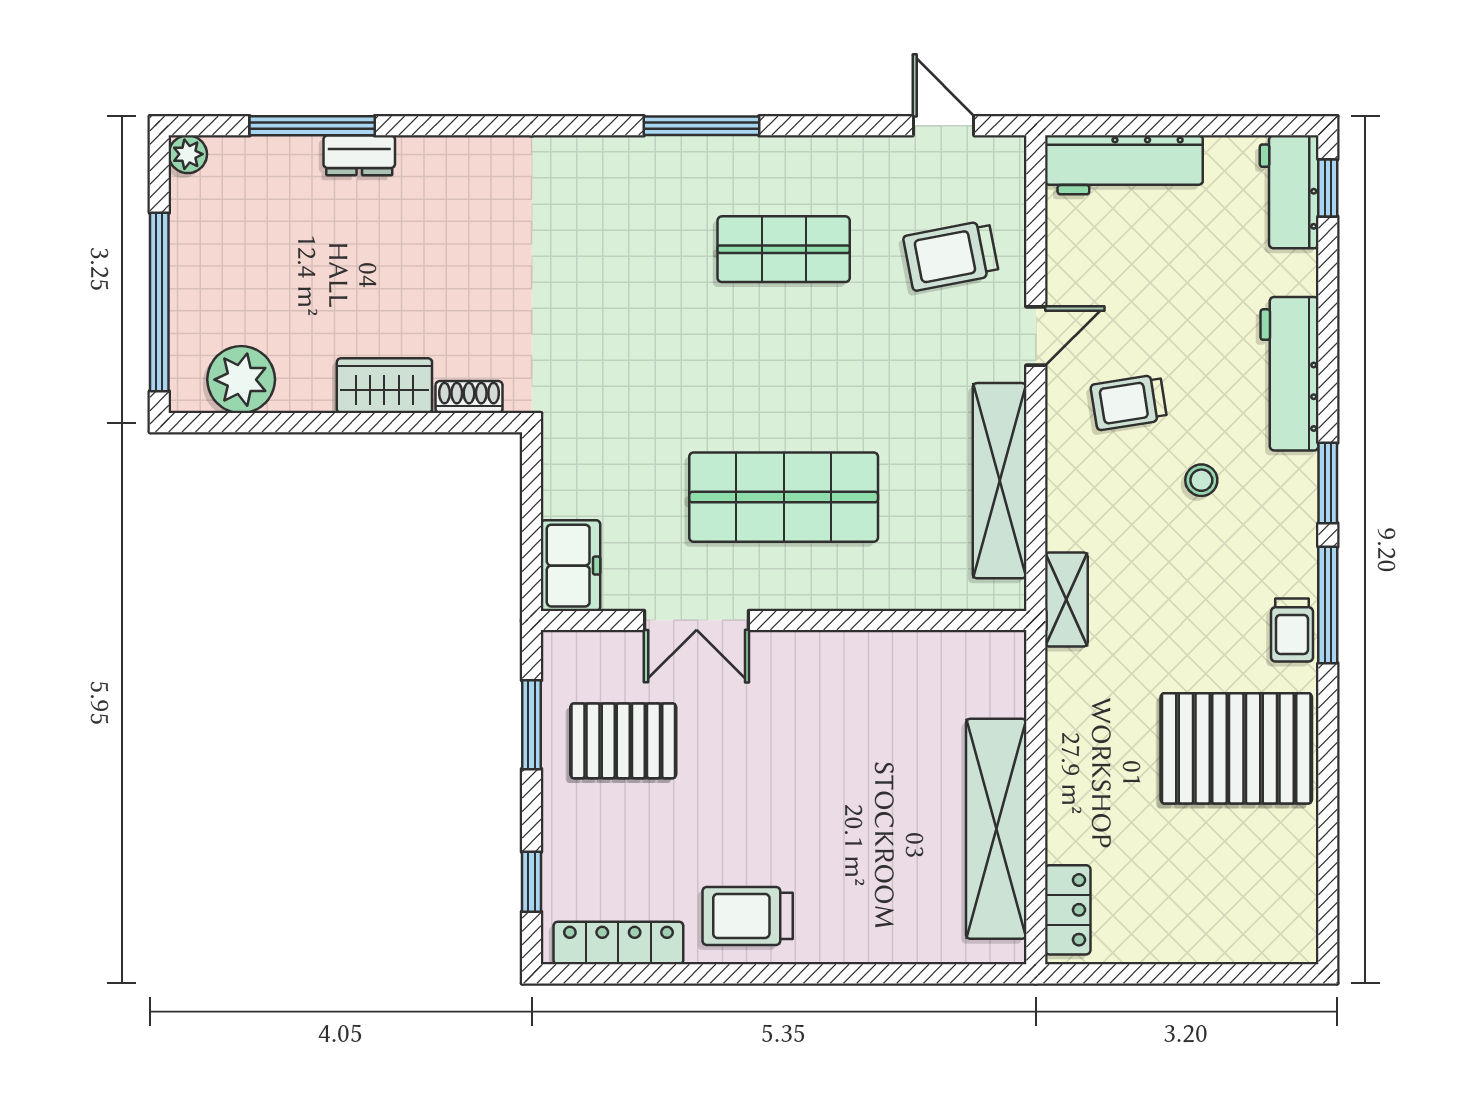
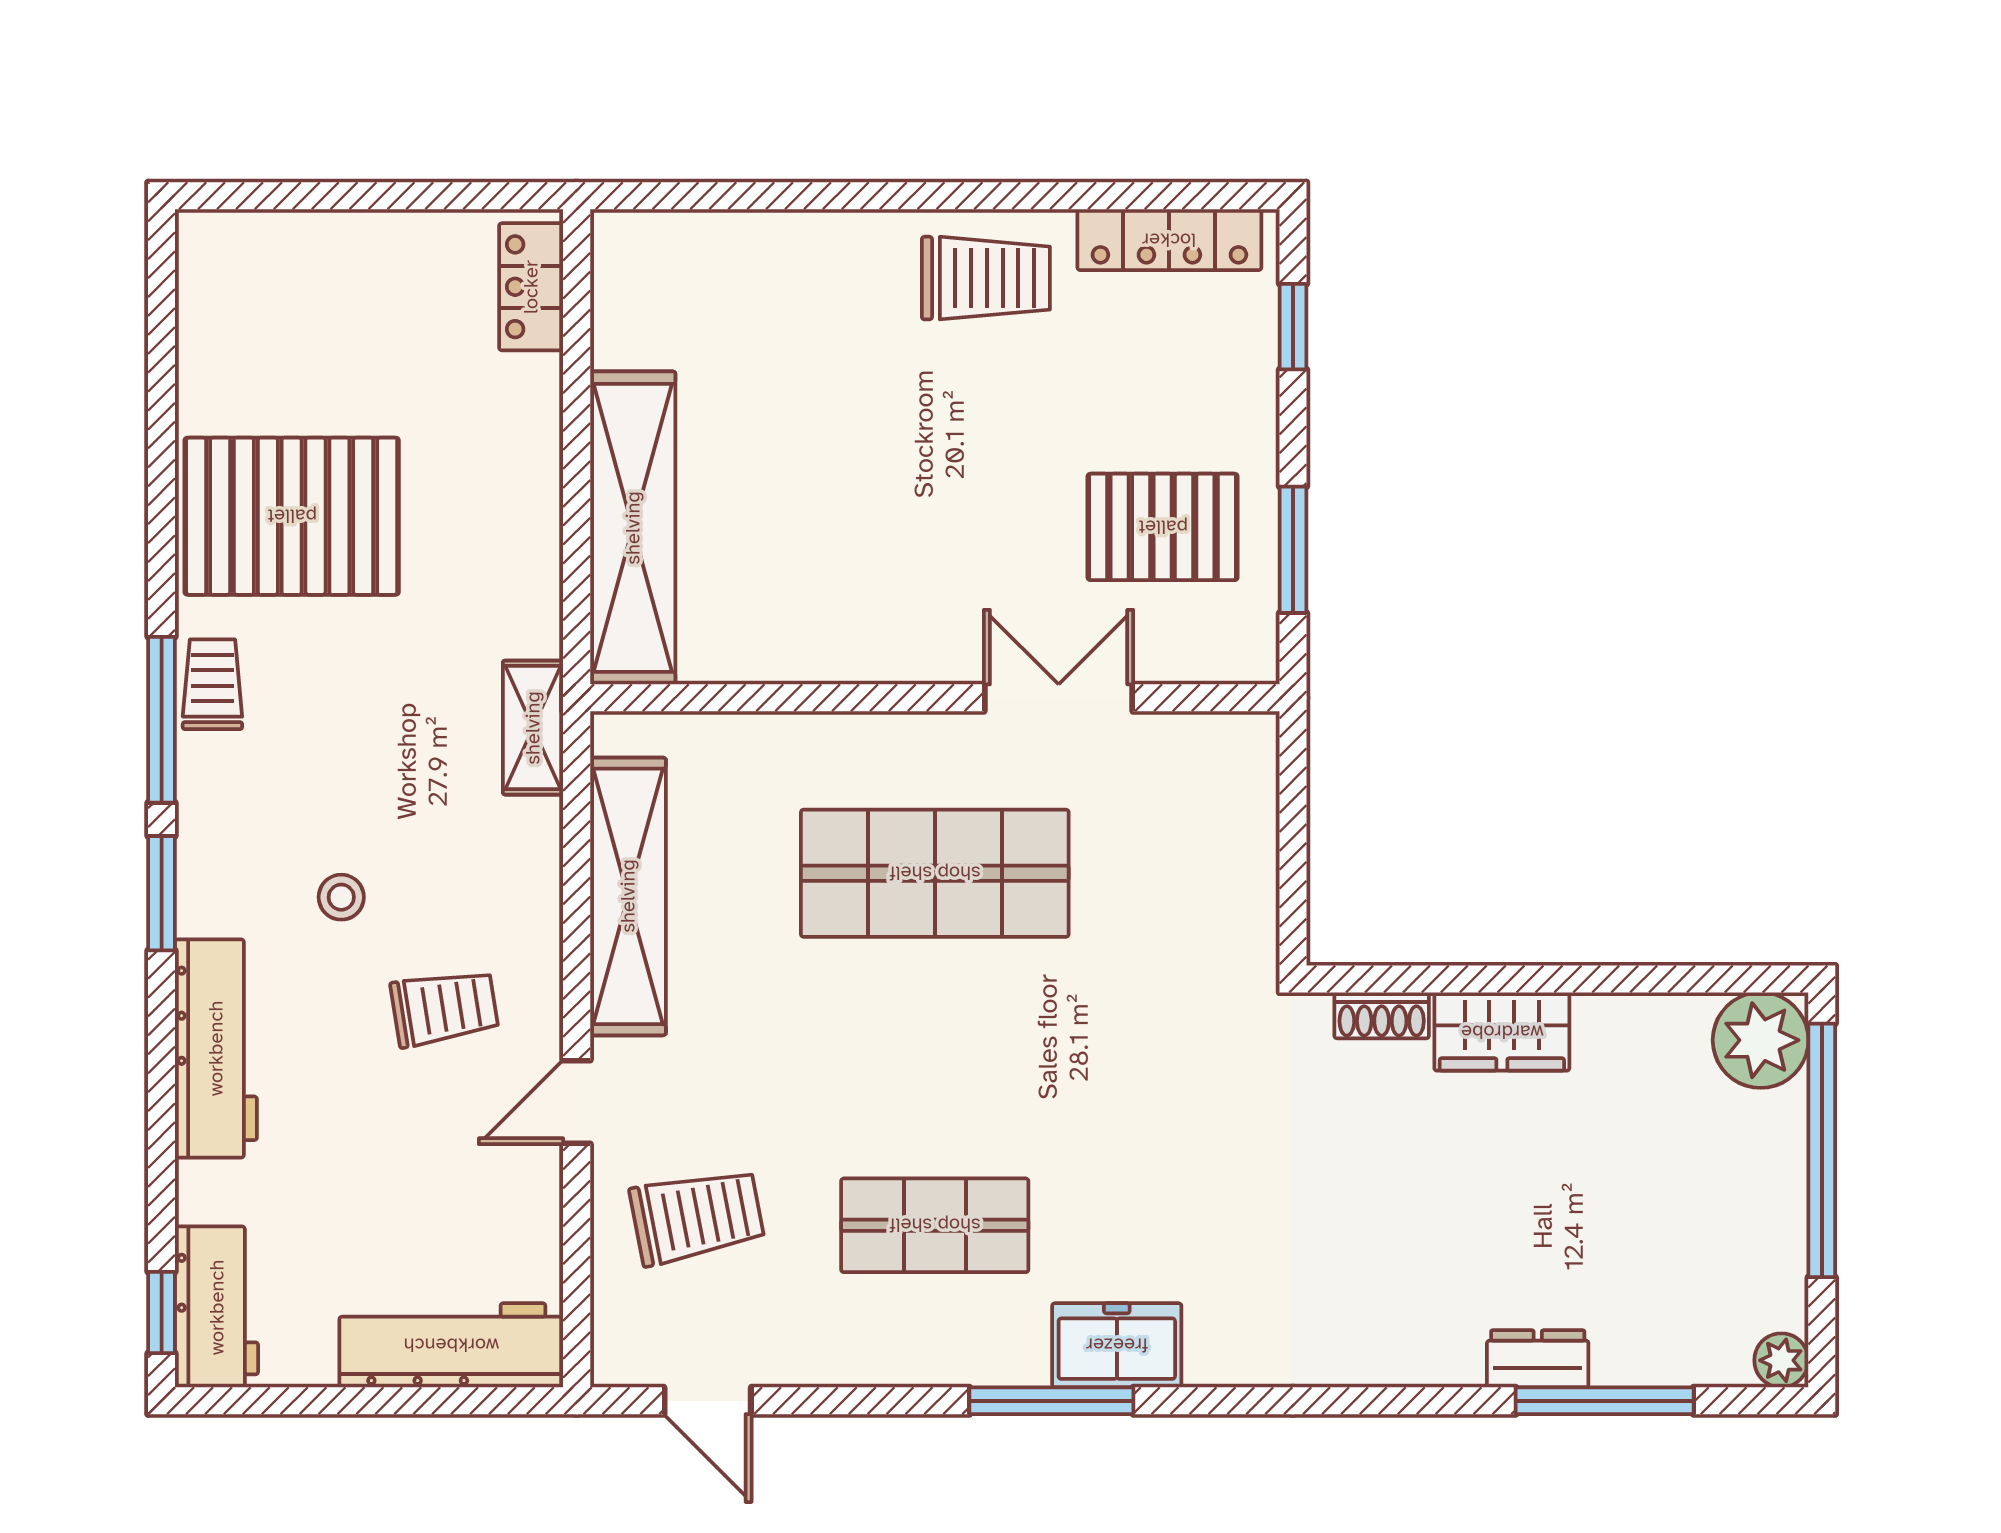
plant: (241, 380) -> (1761, 1040), moved
freezer: (571, 566) -> (1117, 1345), moved, turned 90
shelving: (996, 829) -> (633, 528), moved

